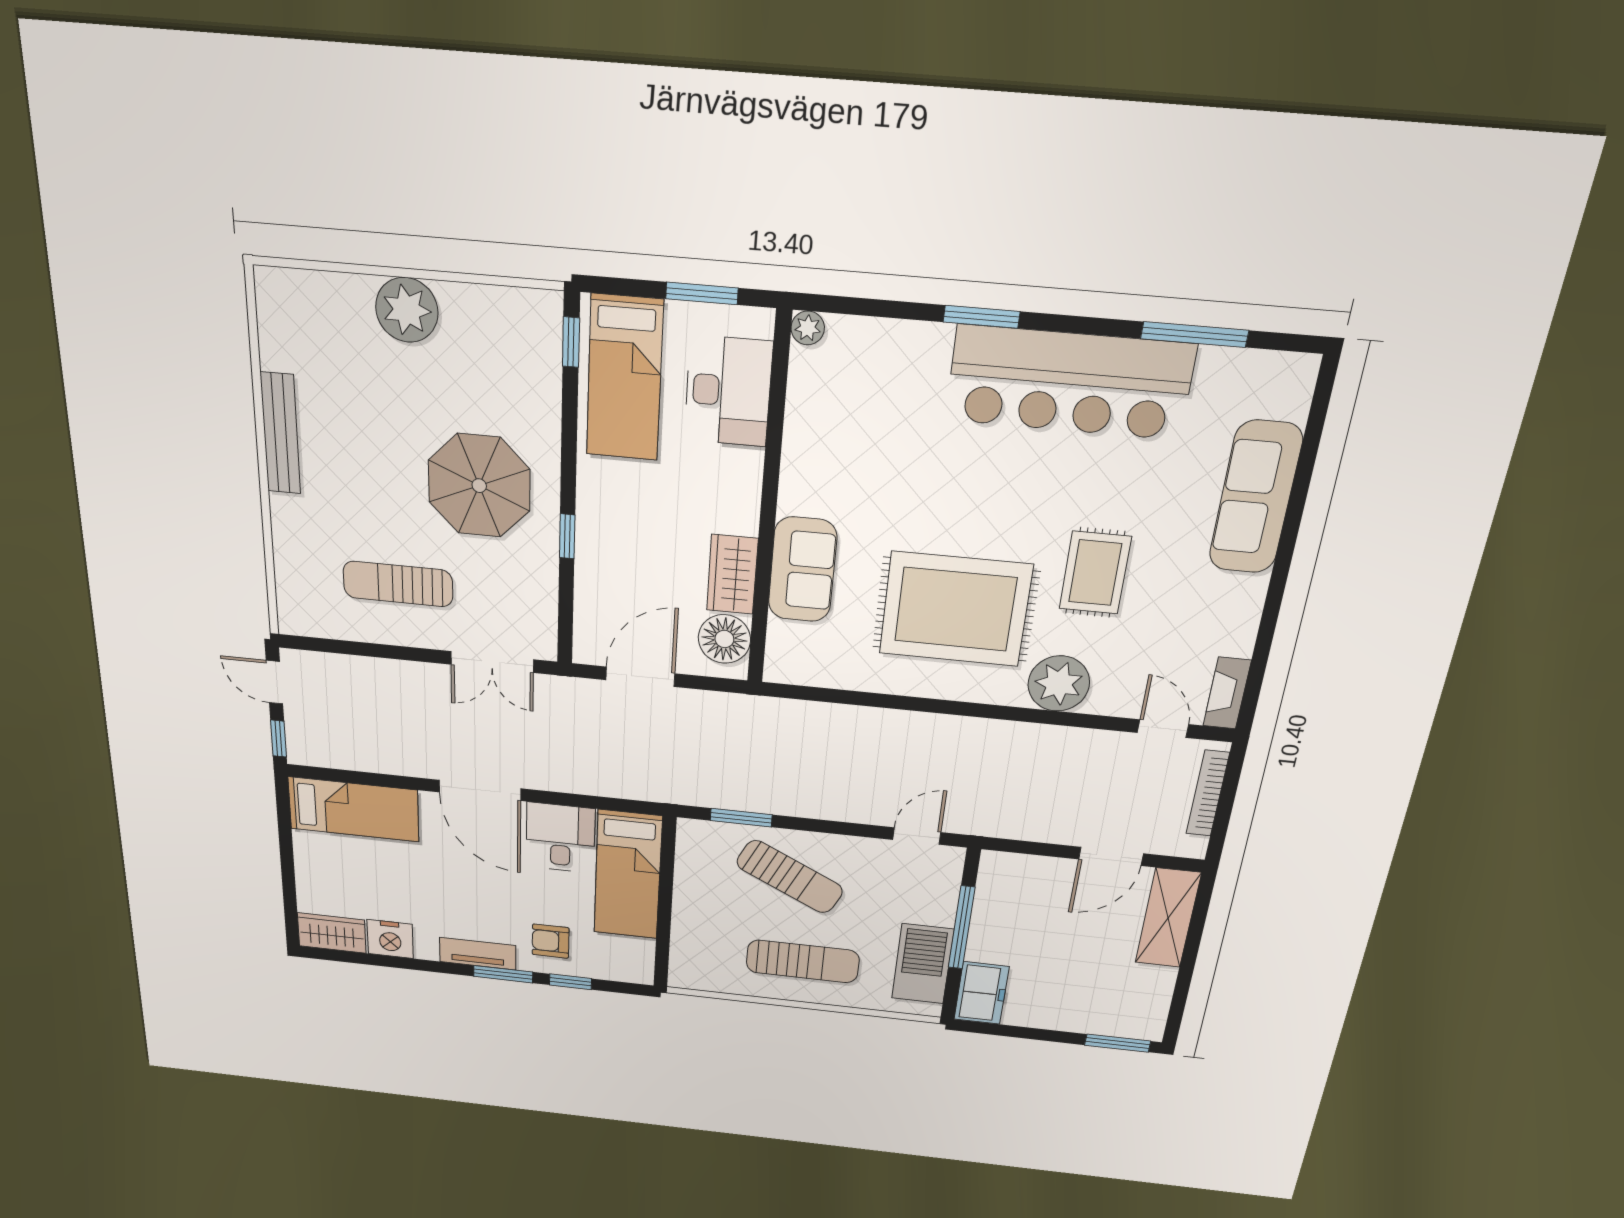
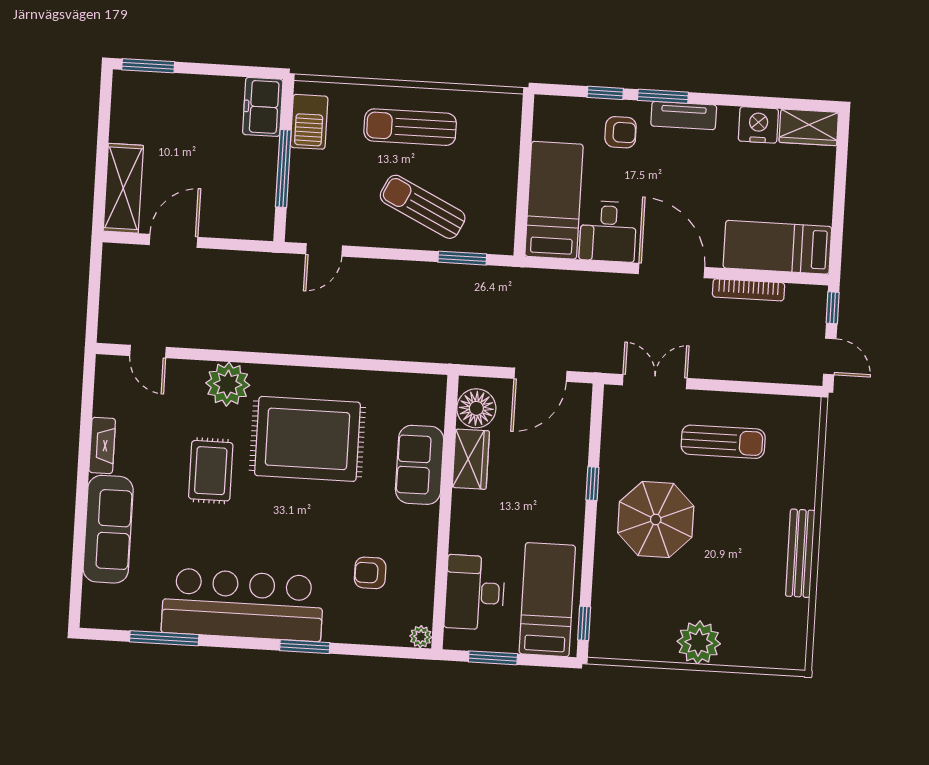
armchair: (878, 424) -> (370, 573), added
fireplace: (1227, 693) -> (102, 445), moved
bookcase: (1208, 793) -> (749, 290), moved, turned 90
barbecue: (923, 964) -> (309, 122), width x0.73, depth x0.83

